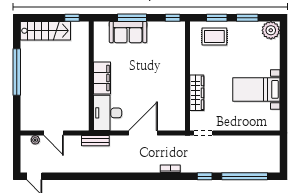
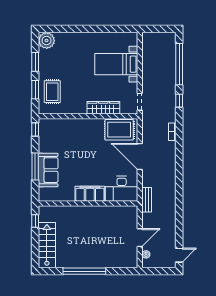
bed with nightstands: (256, 89) -> (116, 64), moved, turned 90
rug: (173, 110) -> (119, 130), added

